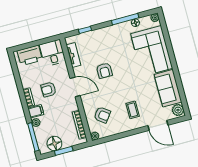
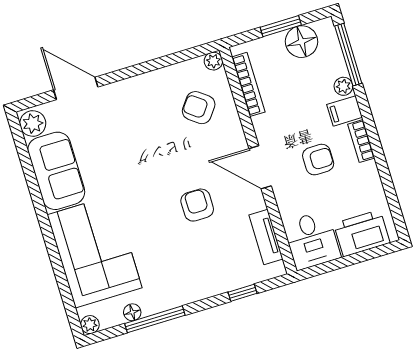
coffee table: (133, 110) -> (132, 121), removed

